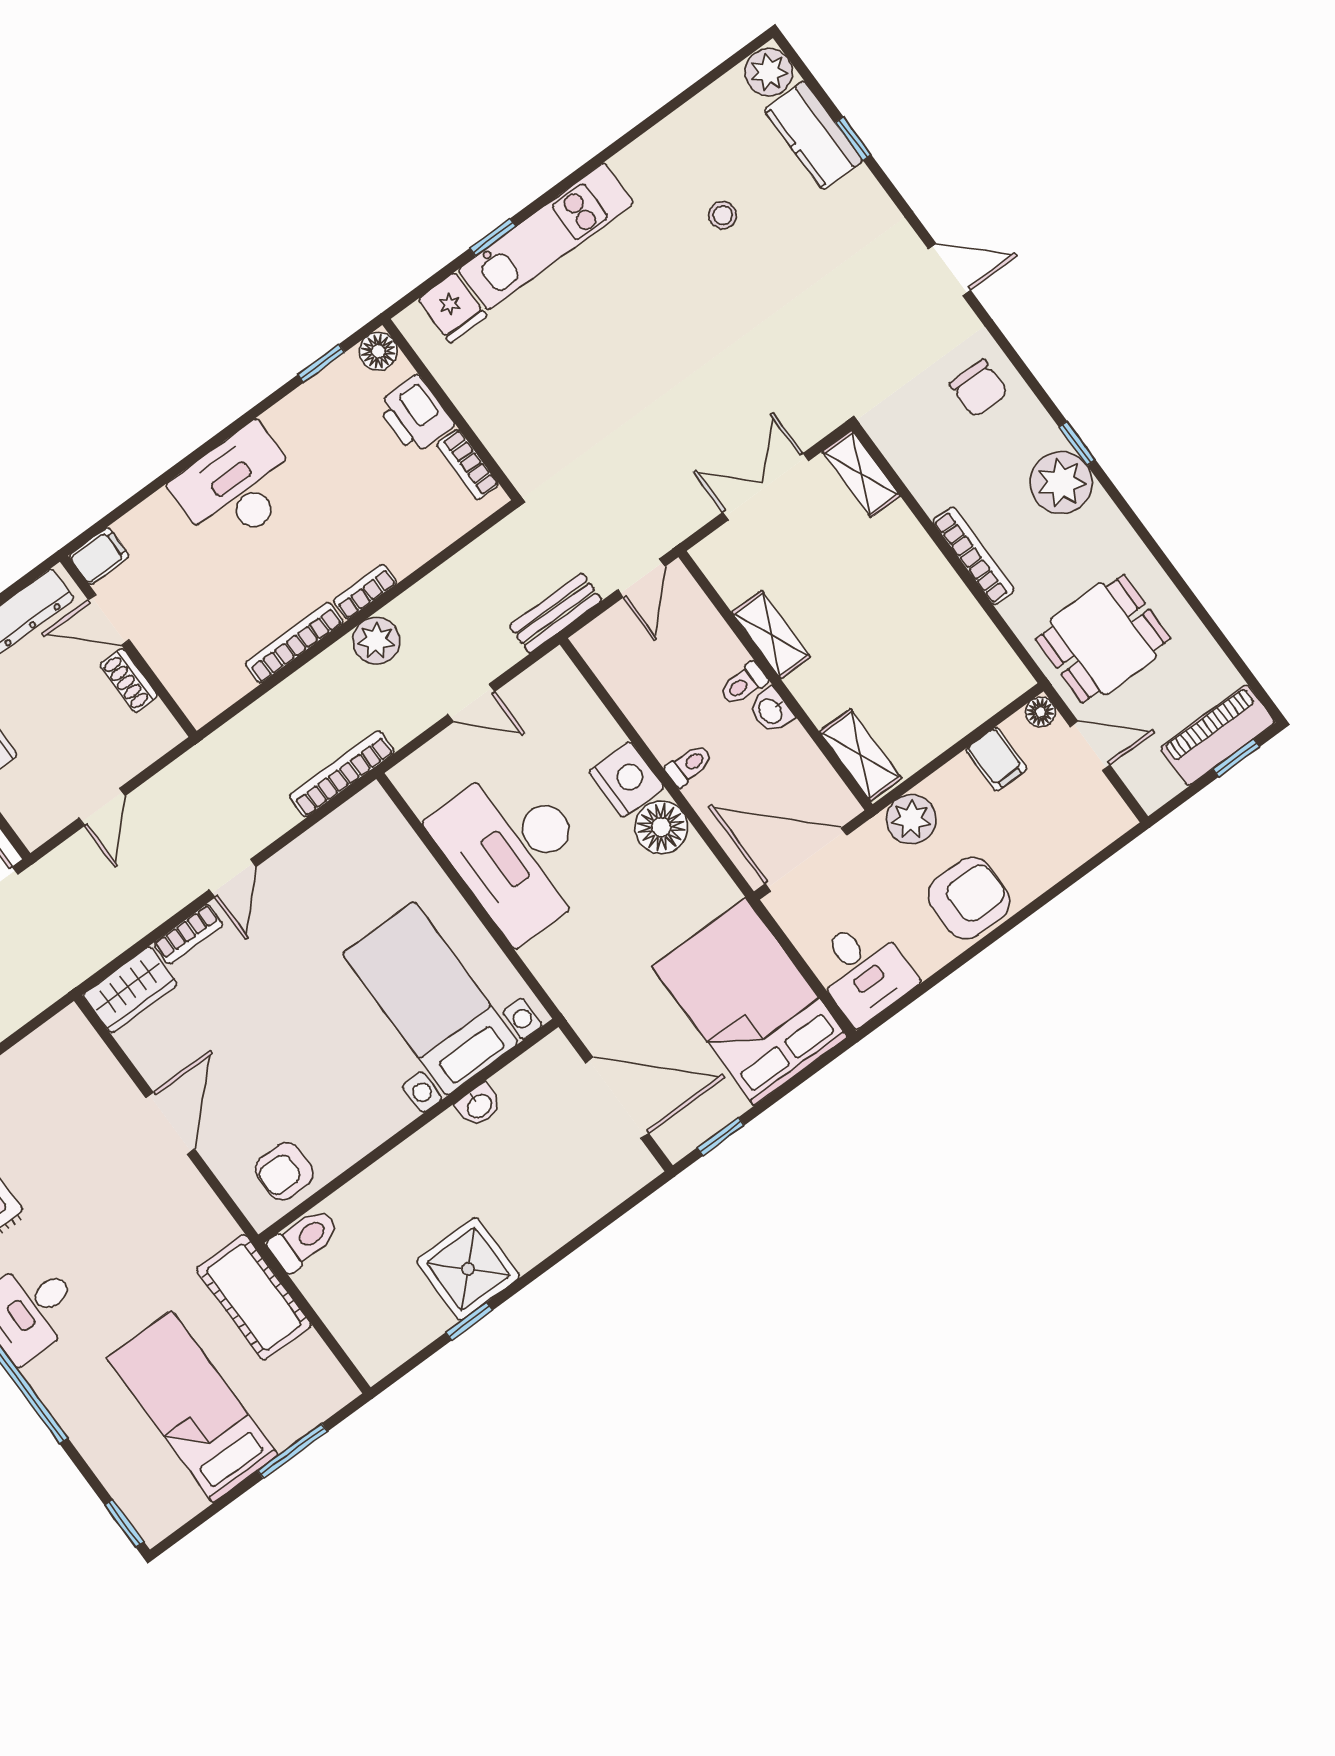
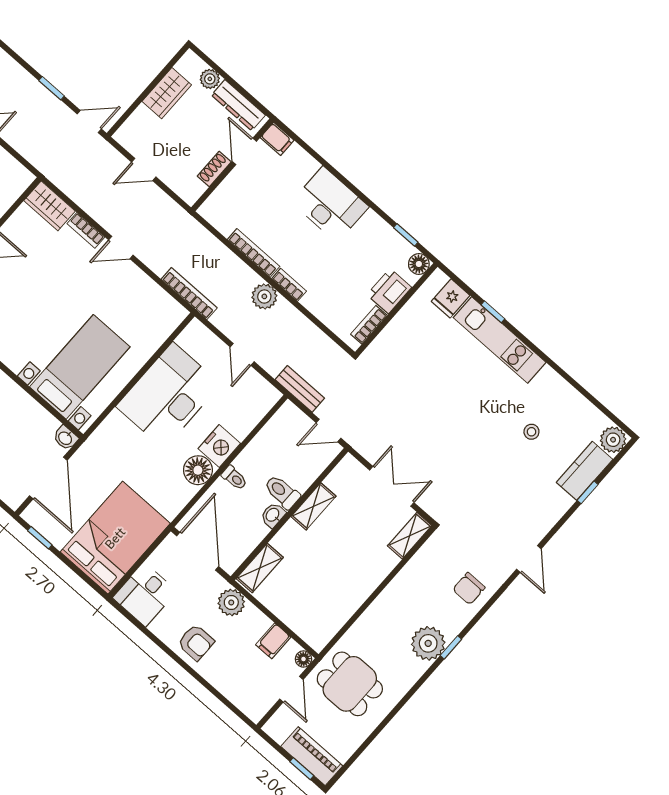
bookcase: (973, 556) -> (379, 605), removed
toilet: (743, 684) -> (282, 492), width x1.37, depth x1.39
armchair: (969, 898) -> (196, 642), width x0.72, depth x0.72
washbasin: (479, 1105) -> (65, 438), moved

